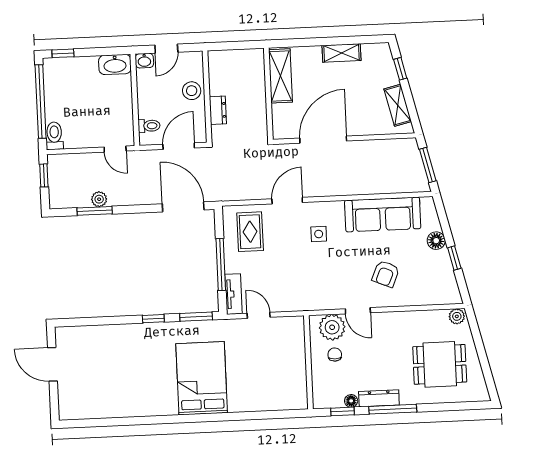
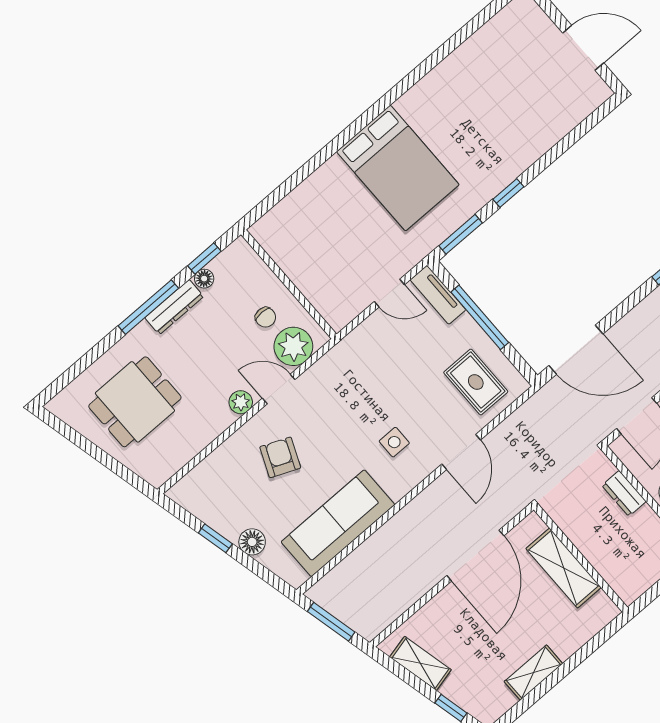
shelving: (281, 76) -> (564, 568), moved
plant: (457, 316) -> (241, 402), moved

